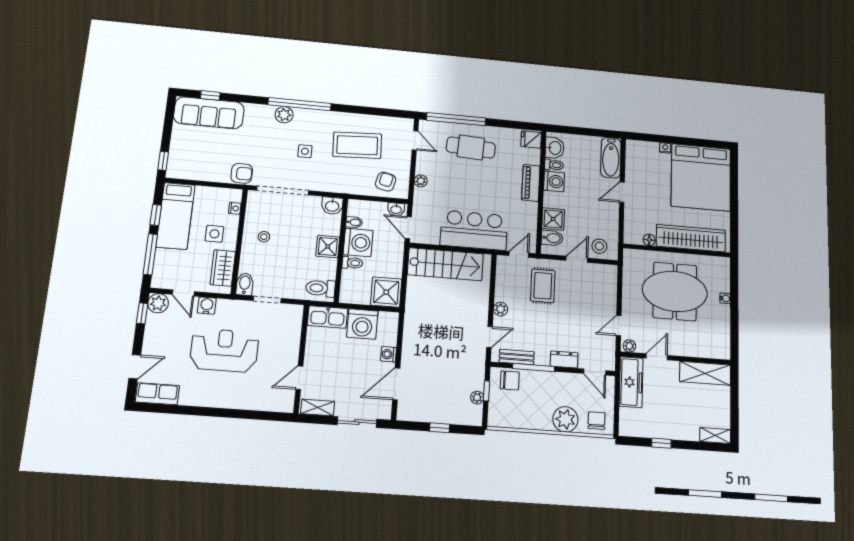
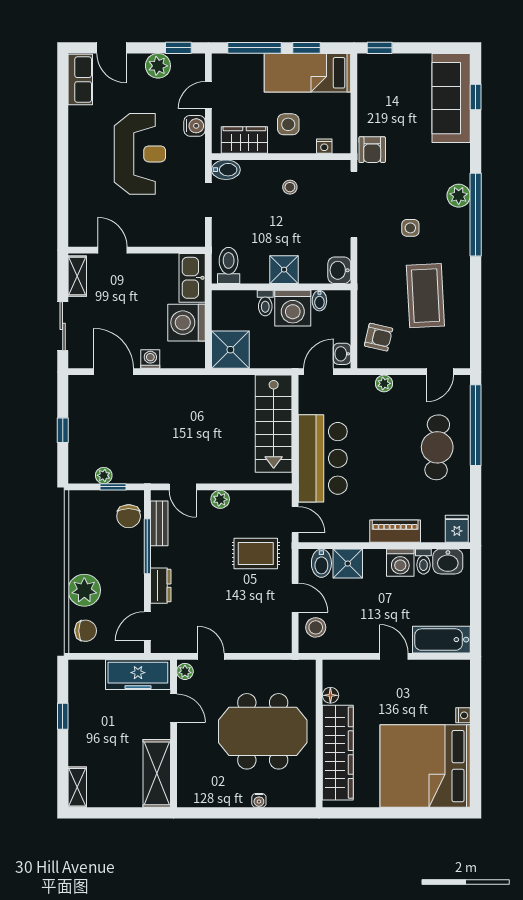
meeting table: (675, 291) -> (263, 731), turned 90
plant: (158, 303) -> (158, 66), moved

